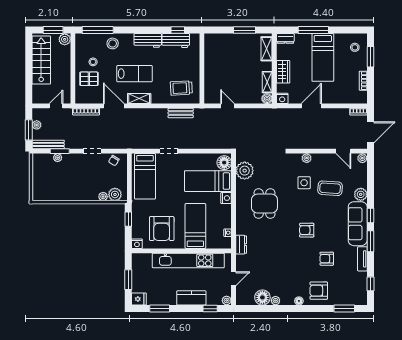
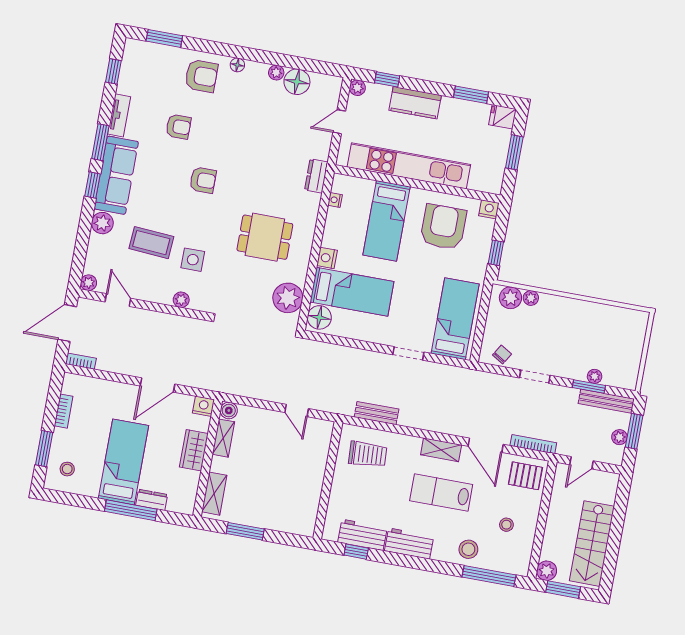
dresser: (285, 38) -> (152, 500), moved
pallet: (89, 79) -> (525, 476), moved
dining table: (264, 204) -> (265, 237), turned 90

